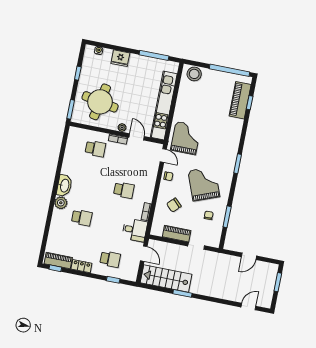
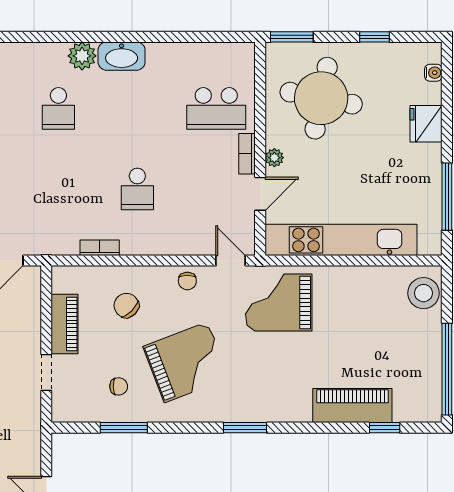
piano: (240, 100) -> (352, 406), moved
grand piano: (186, 138) -> (279, 302), turned 180
school desk: (95, 149) -> (216, 108), width x1.85
door: (163, 156) -> (231, 260), swing flipped
desk: (135, 230) -> (55, 230), removed

